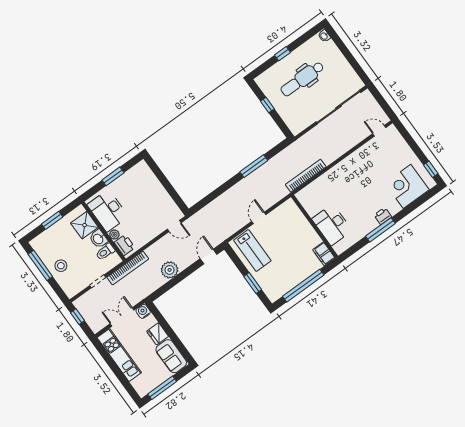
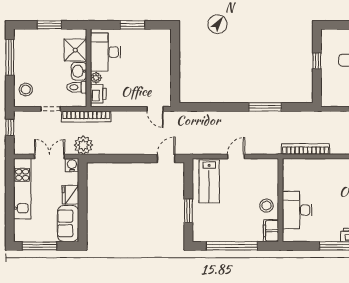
stool: (307, 238) -> (267, 206), added
stool: (61, 266) -> (26, 90), moved
plant: (170, 270) -> (83, 145), moved

